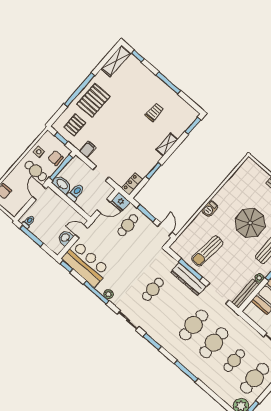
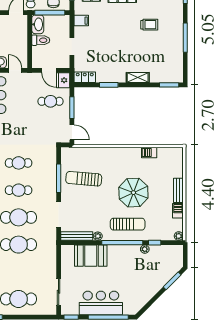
trolley: (154, 112) -> (149, 25), moved
barbecue: (210, 208) -> (149, 152), moved
door: (165, 229) -> (72, 132), hinge flipped
dresser: (188, 279) -> (50, 183), removed
cafe table: (234, 360) -> (19, 190), moved

